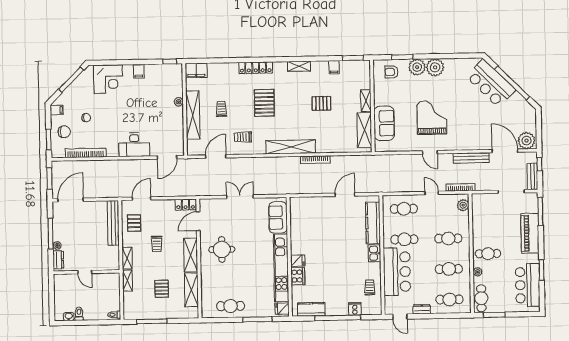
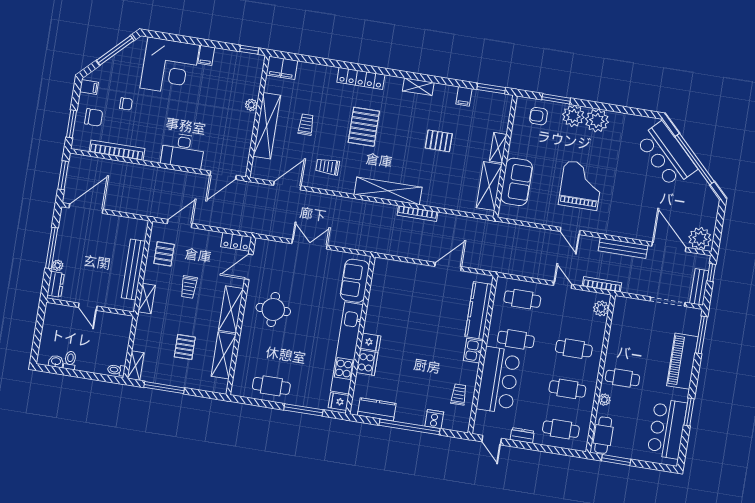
corner desk: (108, 79) -> (170, 66), width x1.36, depth x1.36
bench: (113, 223) -> (133, 270), moved
shelving: (127, 281) -> (136, 366), moved

